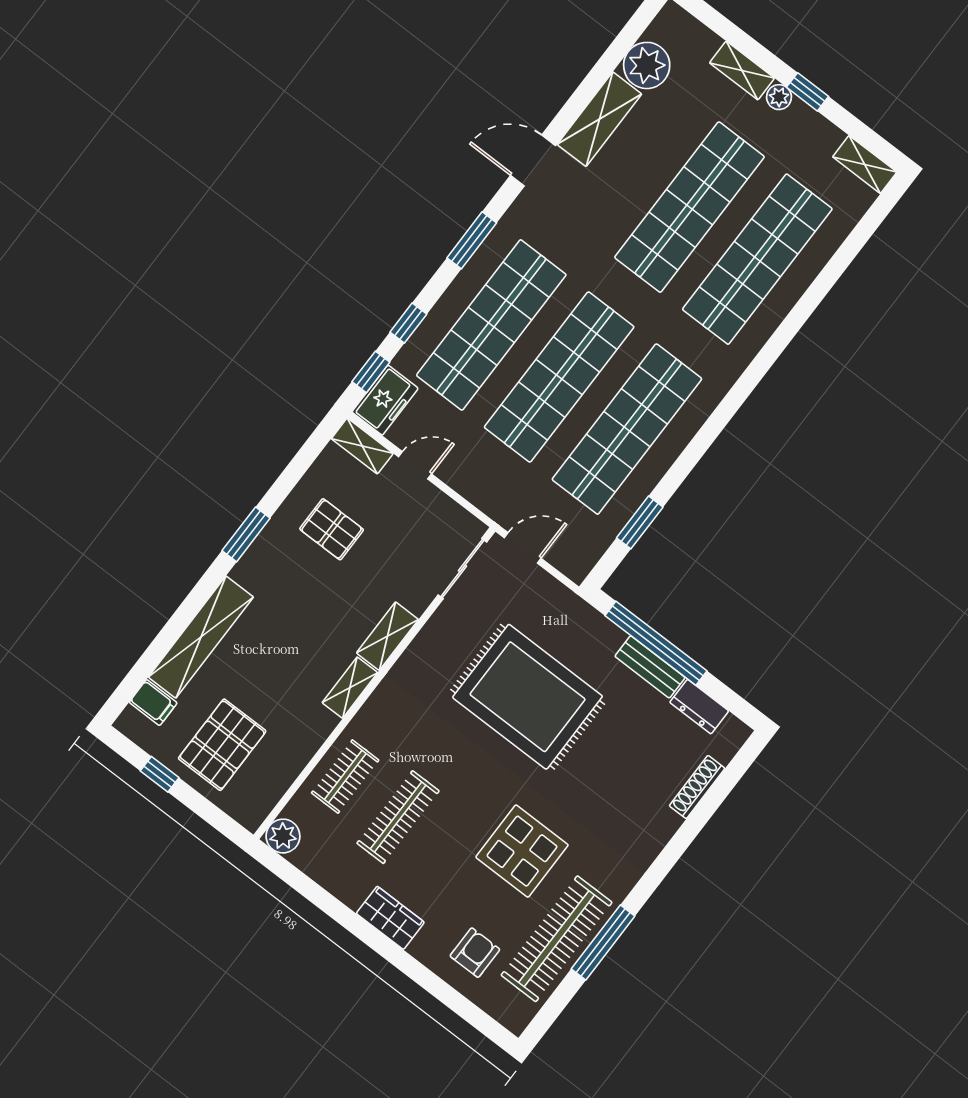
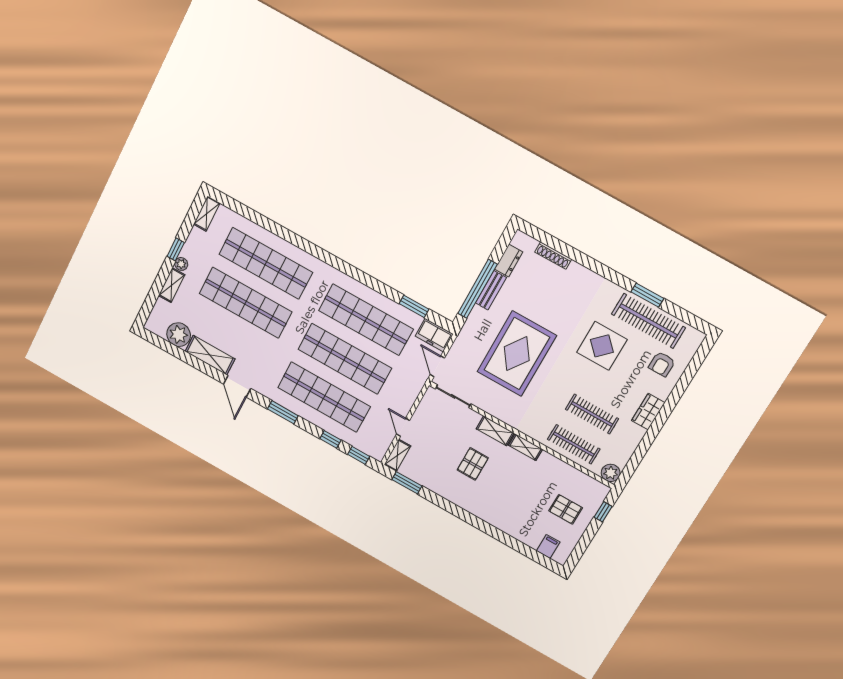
freezer: (385, 400) -> (434, 335), moved, turned 180
pallet: (332, 529) -> (473, 464), moved
window: (246, 534) -> (407, 483), moved
shelving: (201, 637) -> (510, 526), removed
pallet: (222, 745) -> (566, 509), width x0.67, depth x0.71
window: (160, 774) -> (603, 512), moved
clothes rail: (345, 777) -> (574, 444), width x1.36
window: (603, 942) -> (647, 295), width x0.69
armchair: (475, 953) -> (662, 364), turned -90

